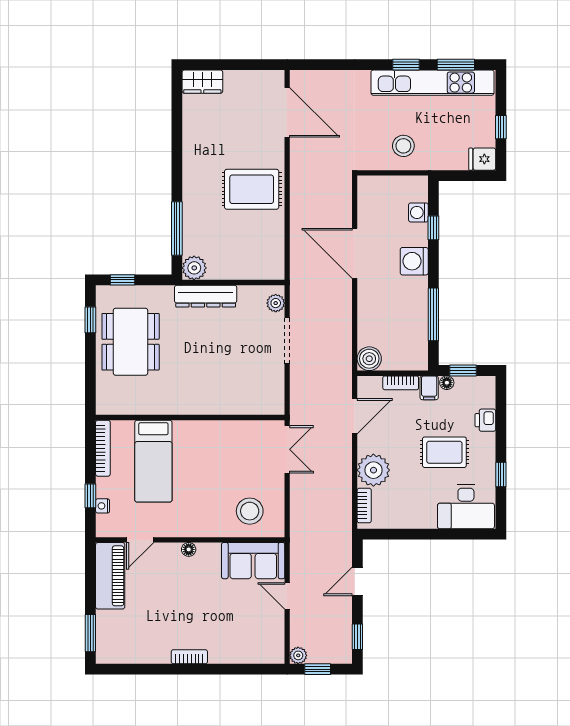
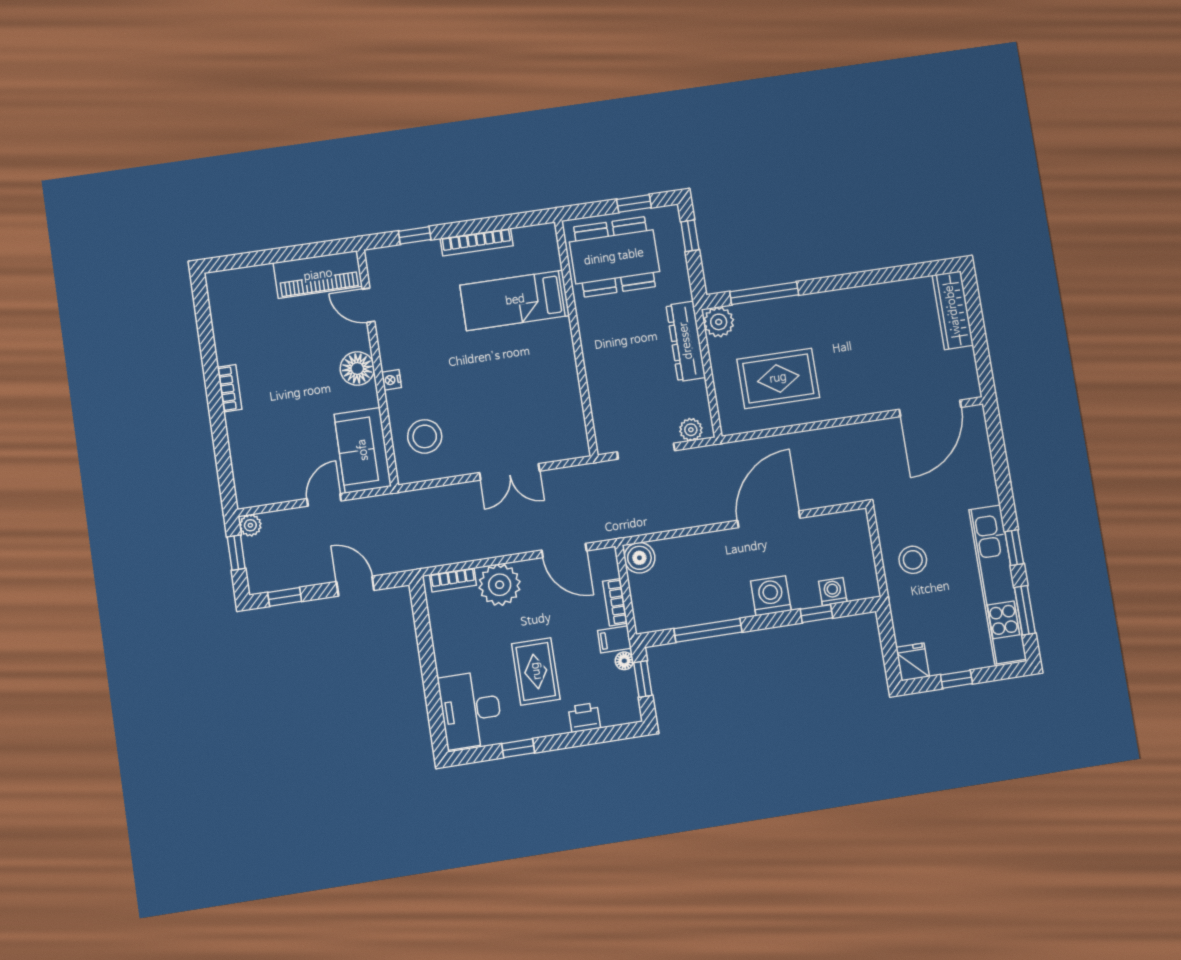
wardrobe: (202, 82) -> (953, 310), width x1.50
rug: (252, 189) -> (778, 378), moved, turned 90
wall: (190, 418) -> (576, 338), moved
bed: (153, 461) -> (515, 300), moved
nightstand: (103, 506) -> (391, 380), moved, turned -90
floor lamp: (189, 549) -> (357, 368), width x1.89, depth x1.89
window: (90, 633) -> (242, 260), removed

